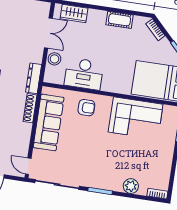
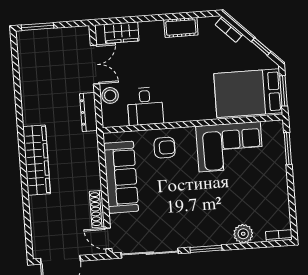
desk: (84, 74) -> (145, 106), width x0.73
dresser: (34, 78) -> (88, 112), moved
shoe rack: (30, 108) -> (97, 209), moved

